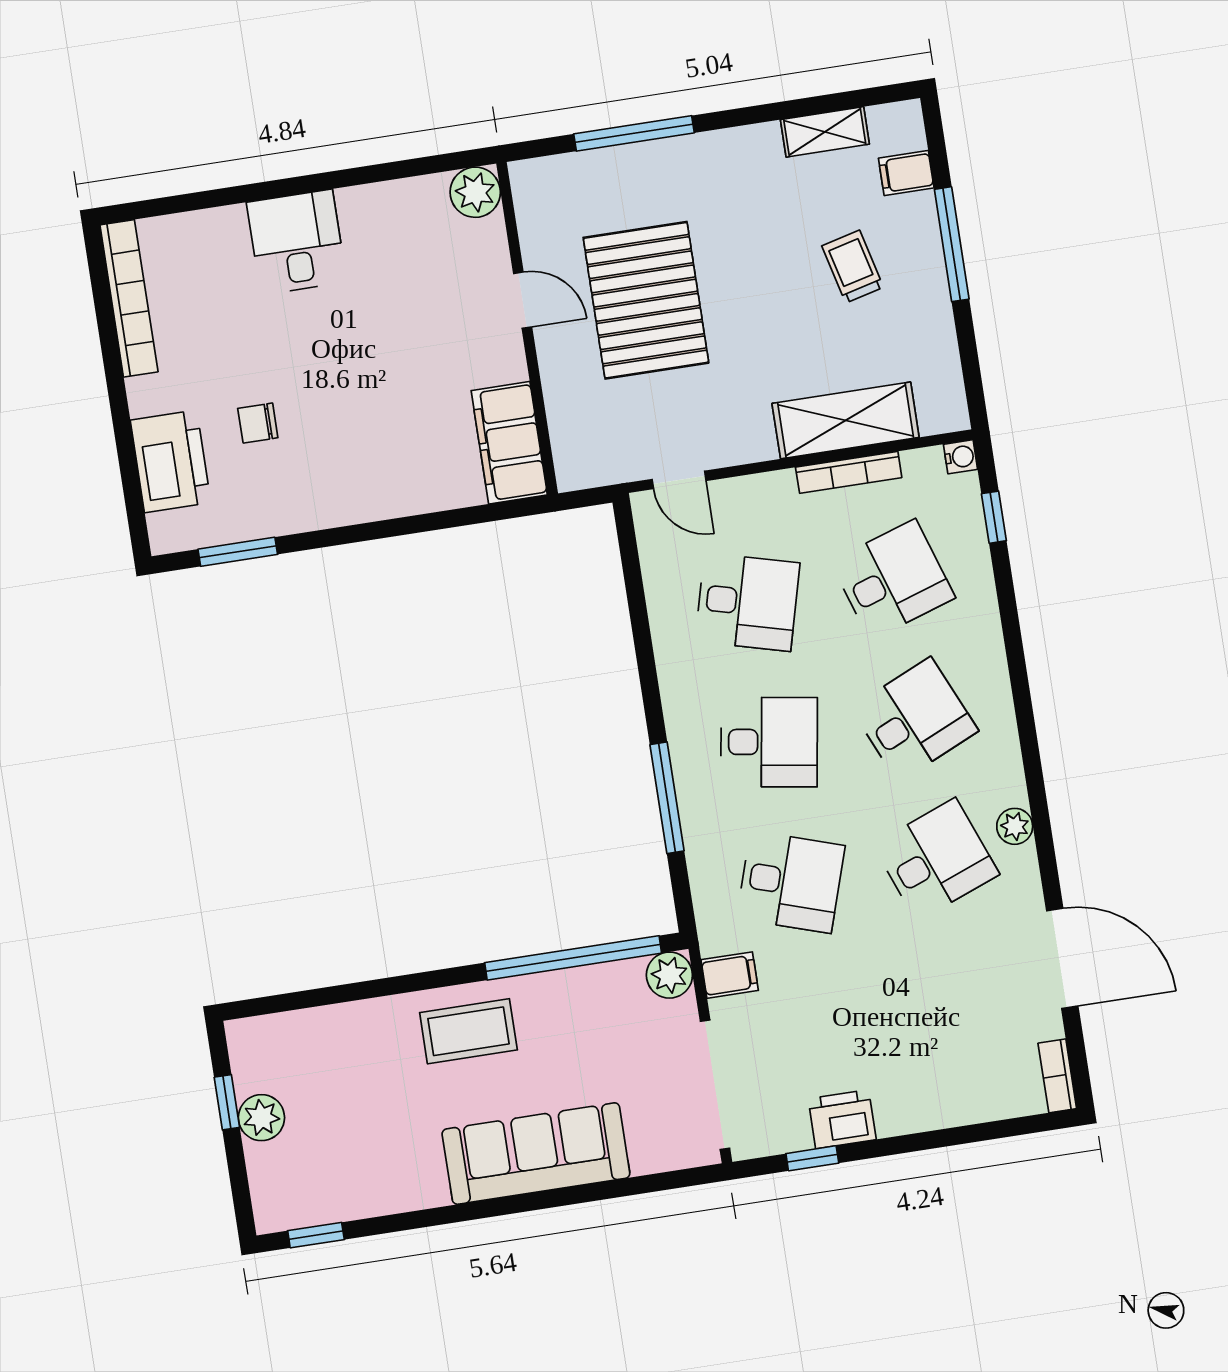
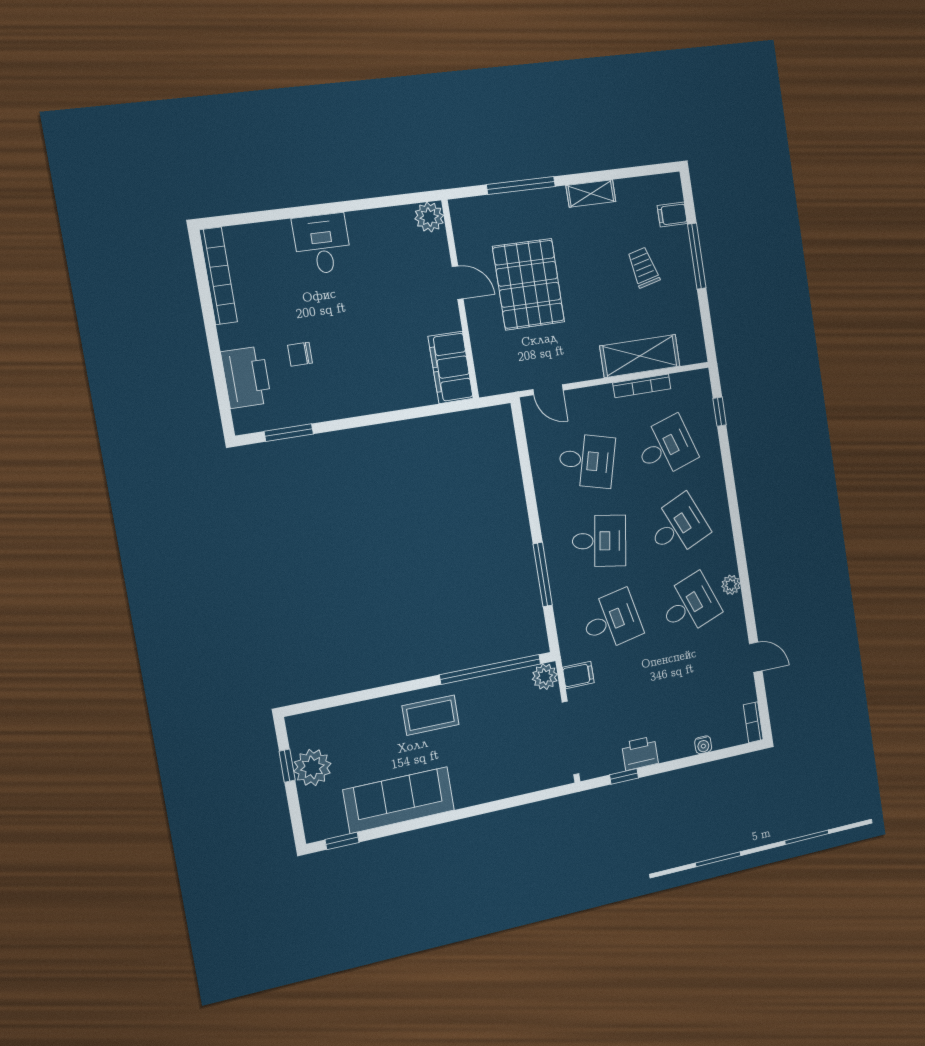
shelving: (825, 132) -> (591, 193), moved
water cooler: (961, 457) -> (703, 745), moved, turned 90
desk: (791, 882) -> (611, 620), turned -30
door: (1062, 958) -> (756, 657), width x0.53
plant: (261, 1118) -> (312, 767), width x1.36, depth x1.36
sofa: (536, 1154) -> (399, 800), moved

